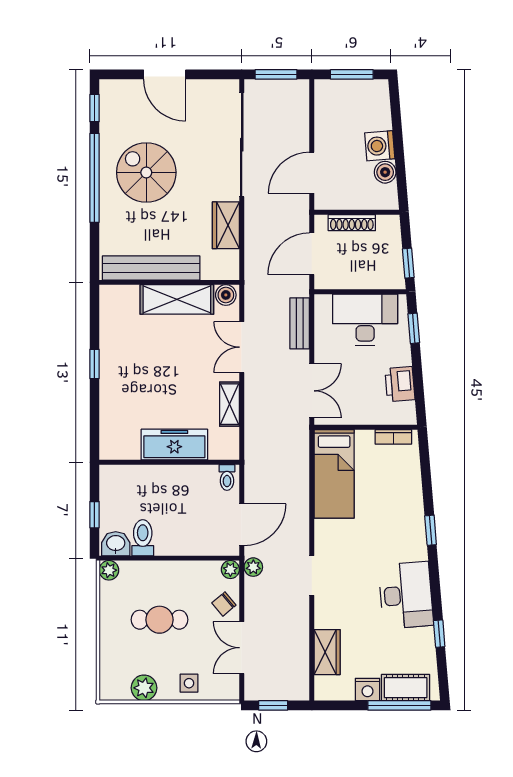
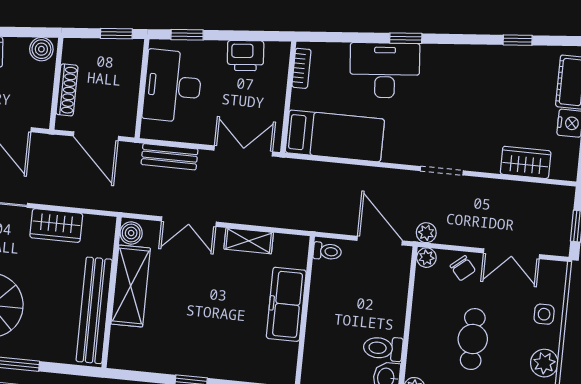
boiler: (385, 172) -> (41, 49), moved
desk: (406, 595) -> (385, 70), moved

